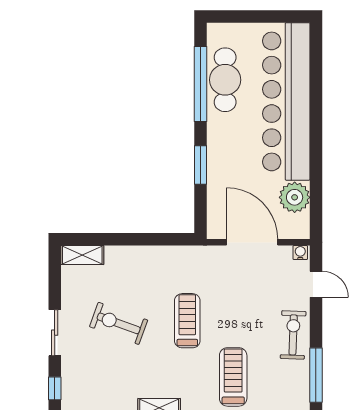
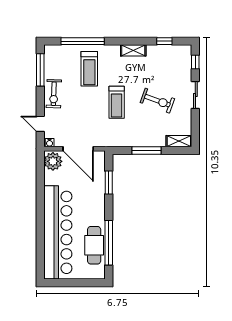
window: (201, 165) -> (109, 183), moved
plant: (295, 197) -> (53, 161), moved
window: (137, 239) -> (147, 151), added

